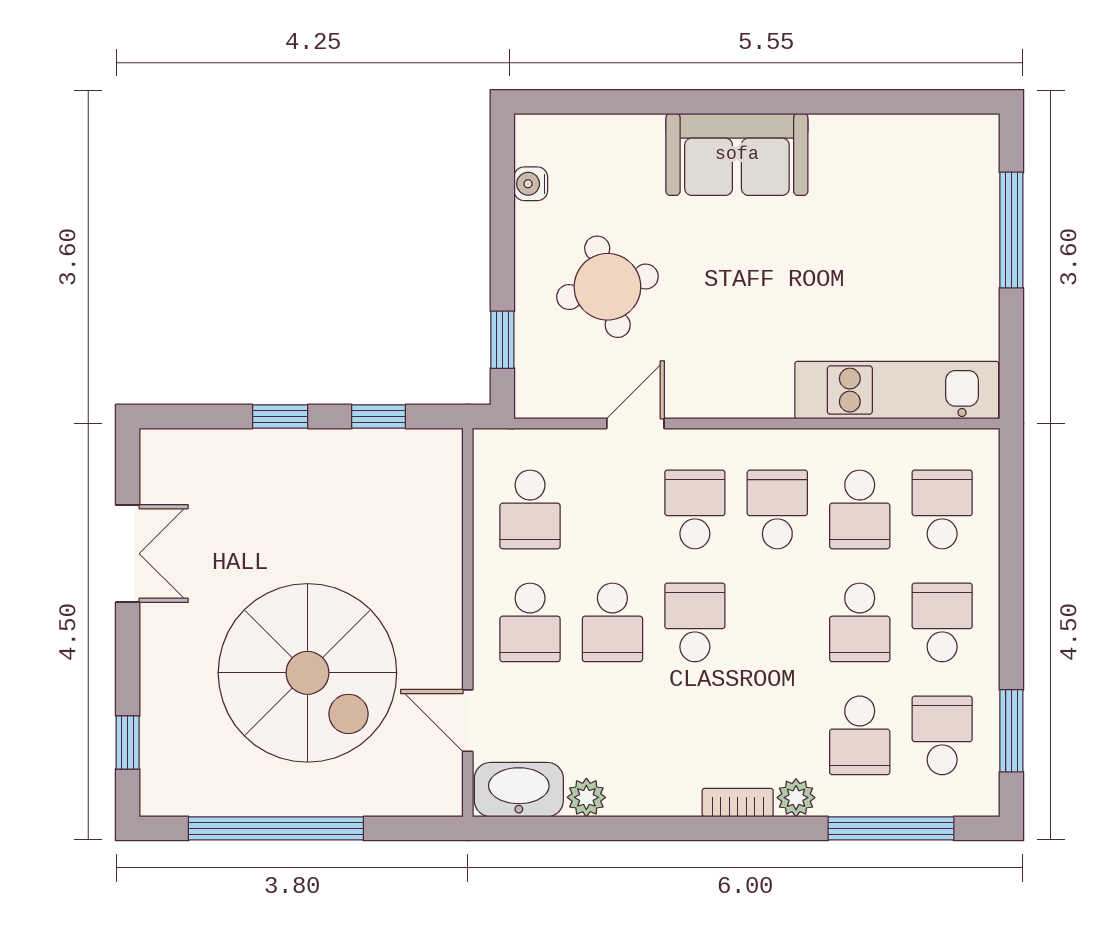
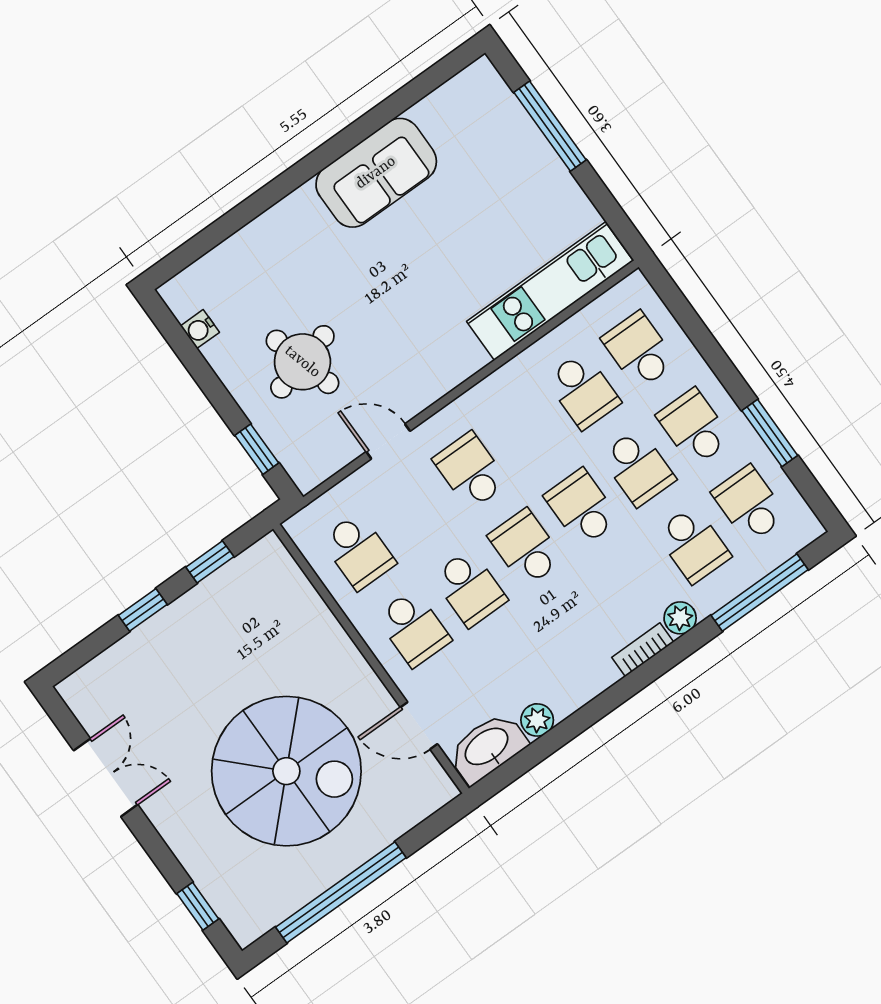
sofa: (737, 154) -> (376, 173), moved
door: (635, 423) -> (388, 441), hinge flipped
school desk: (777, 509) -> (582, 508), moved
window: (1011, 731) -> (770, 433), moved

